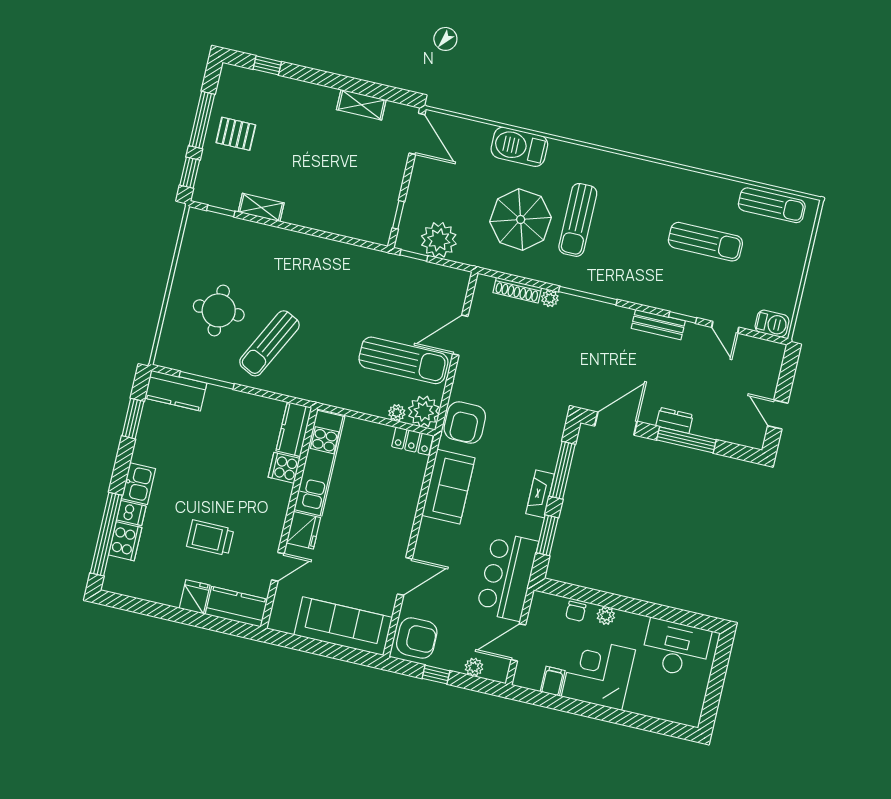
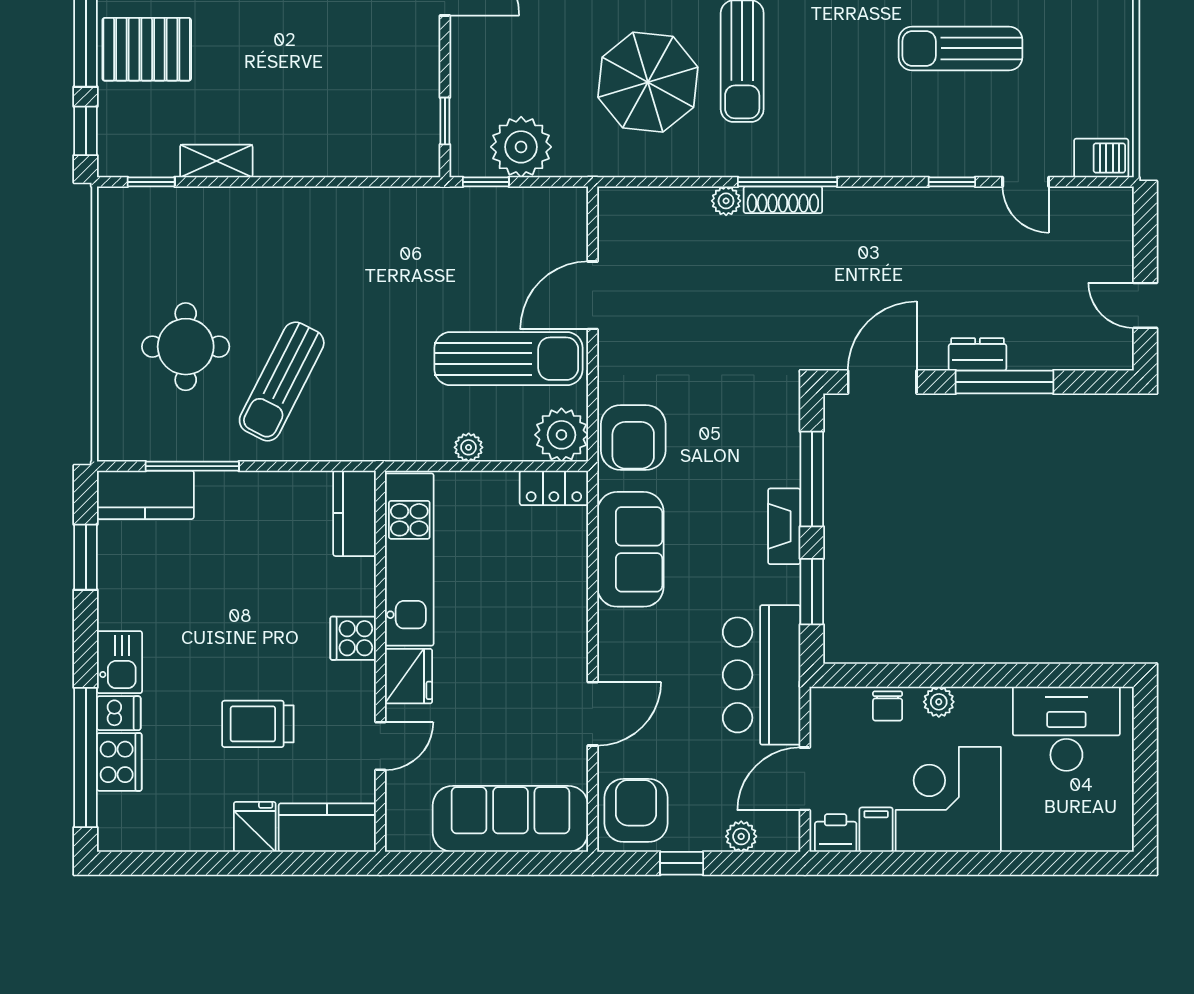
pallet: (236, 134) -> (147, 49), width x1.50, depth x1.42
sun lounger: (705, 242) -> (961, 48), turned 180
shoe rack: (517, 290) -> (783, 200), moved
bench: (658, 325) -> (914, 203), removed
plant: (397, 413) -> (469, 447), moved
cooker: (284, 468) -> (353, 638), moved
armchair: (417, 638) -> (636, 810), turned -90
printer: (529, 678) -> (836, 833), added

